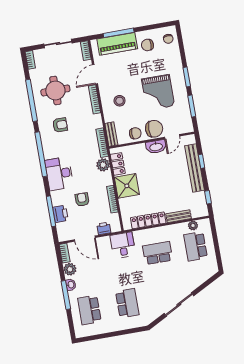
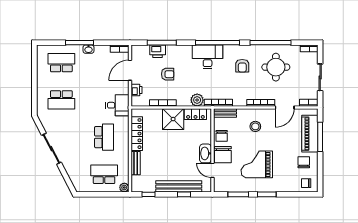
door: (95, 74) -> (285, 107), swing flipped
desk: (59, 174) -> (208, 57), moved
plant: (193, 226) -> (124, 188), moved
plant: (70, 269) -> (103, 51), removed

